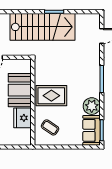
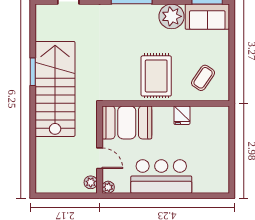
booth: (20, 90) -> (127, 122), moved
fridge: (22, 118) -> (182, 115), width x0.53, depth x0.75

